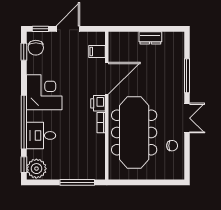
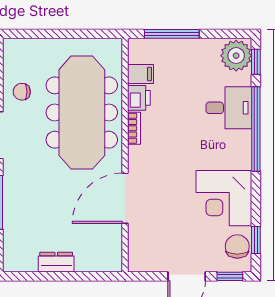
filing cabinet: (97, 52) -> (140, 74), moved
corner desk: (44, 92) -> (224, 198), moved
printer: (98, 103) -> (139, 98), moved

